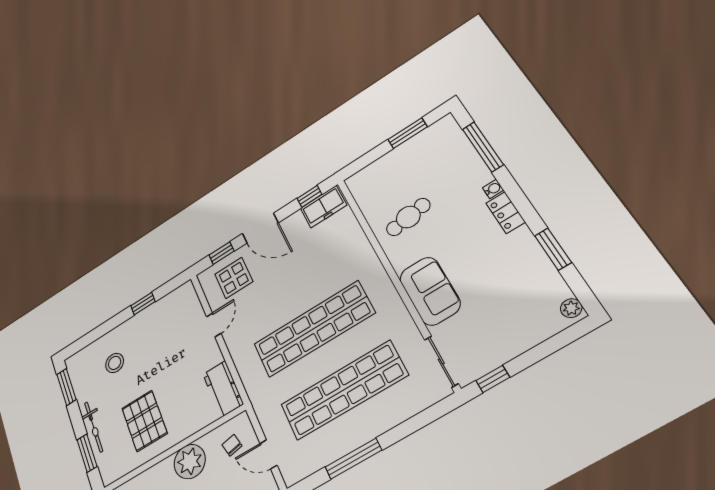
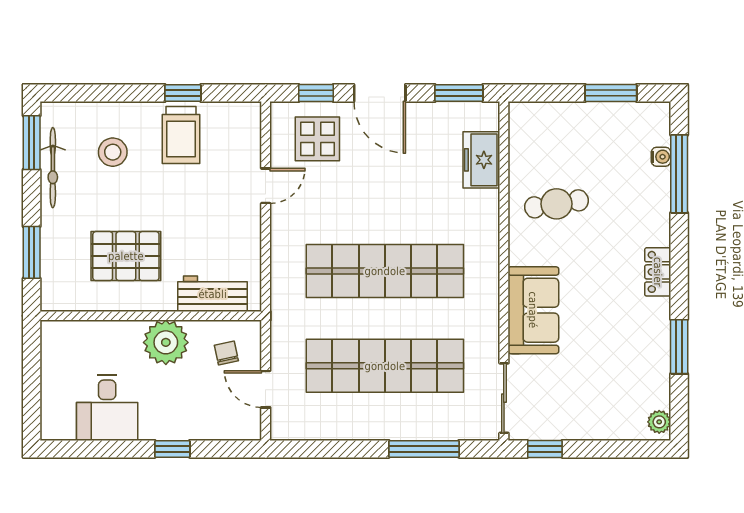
water cooler: (493, 189) -> (661, 157), moved
window: (309, 196) -> (459, 93), width x1.50
freezer: (324, 207) -> (481, 160), moved, turned 90
trolley: (151, 328) -> (181, 135), added
workbench: (223, 389) -> (213, 294), moved, turned 90
pallet: (144, 421) -> (126, 256), turned 90
bicycle: (94, 427) -> (53, 168), moved
window: (353, 459) -> (424, 449), moved

